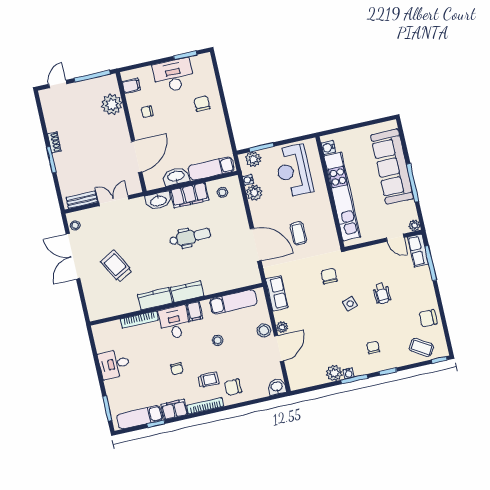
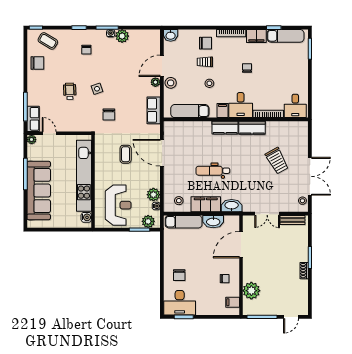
desk: (173, 76) -> (180, 303), moved
desk: (114, 364) -> (295, 106), moved, turned 90
trolley: (209, 380) -> (205, 62), moved

